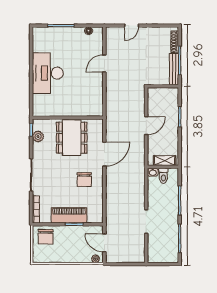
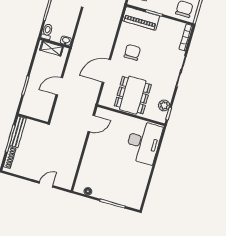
door: (104, 64) -> (91, 124), moved
desk: (48, 73) -> (144, 142), moved
toilet: (163, 176) -> (47, 32), moved
piano: (69, 215) -> (141, 18), moved

